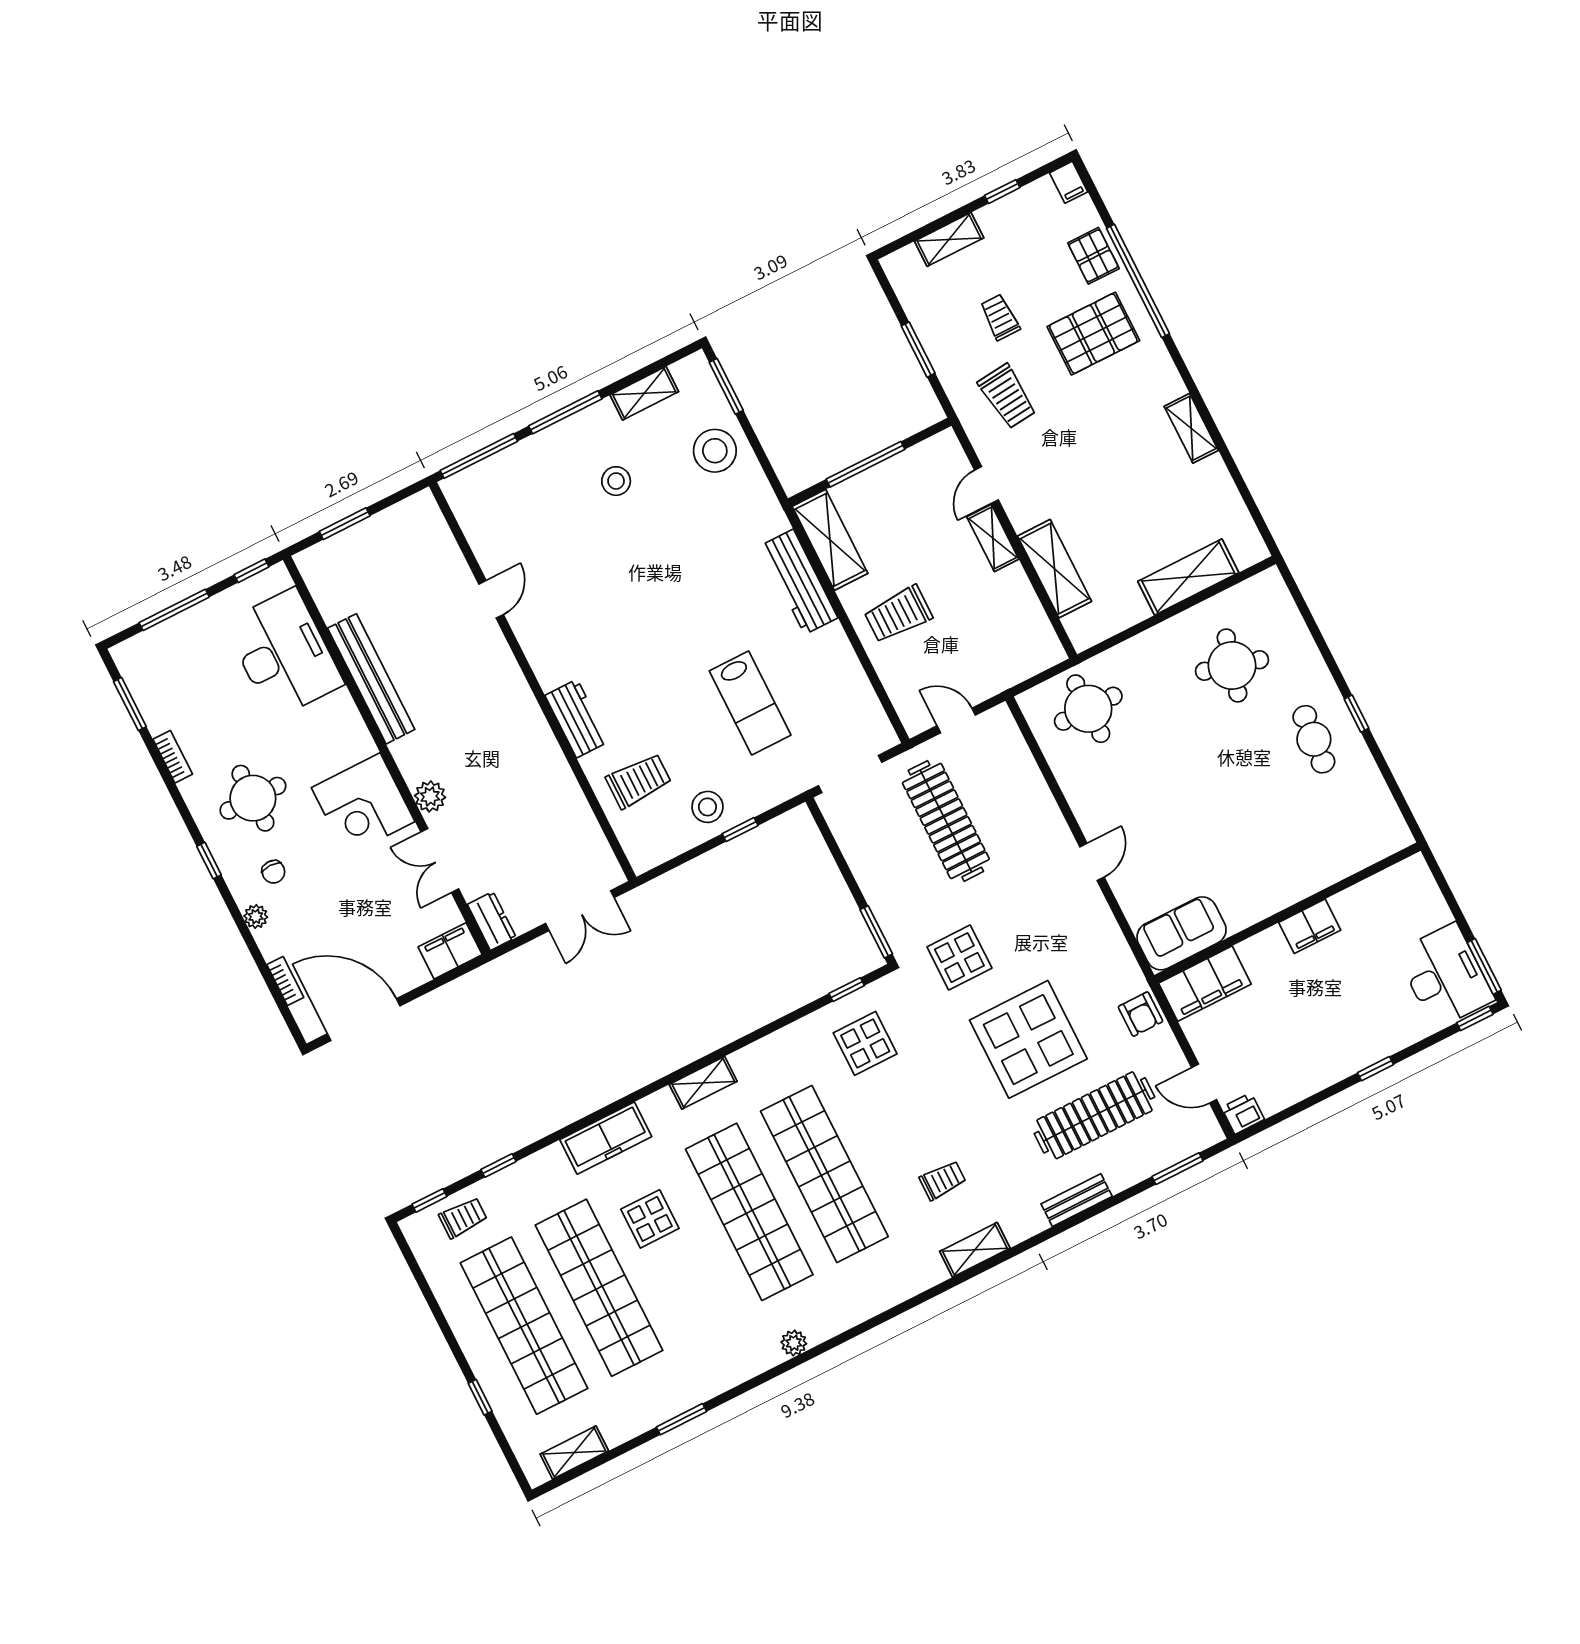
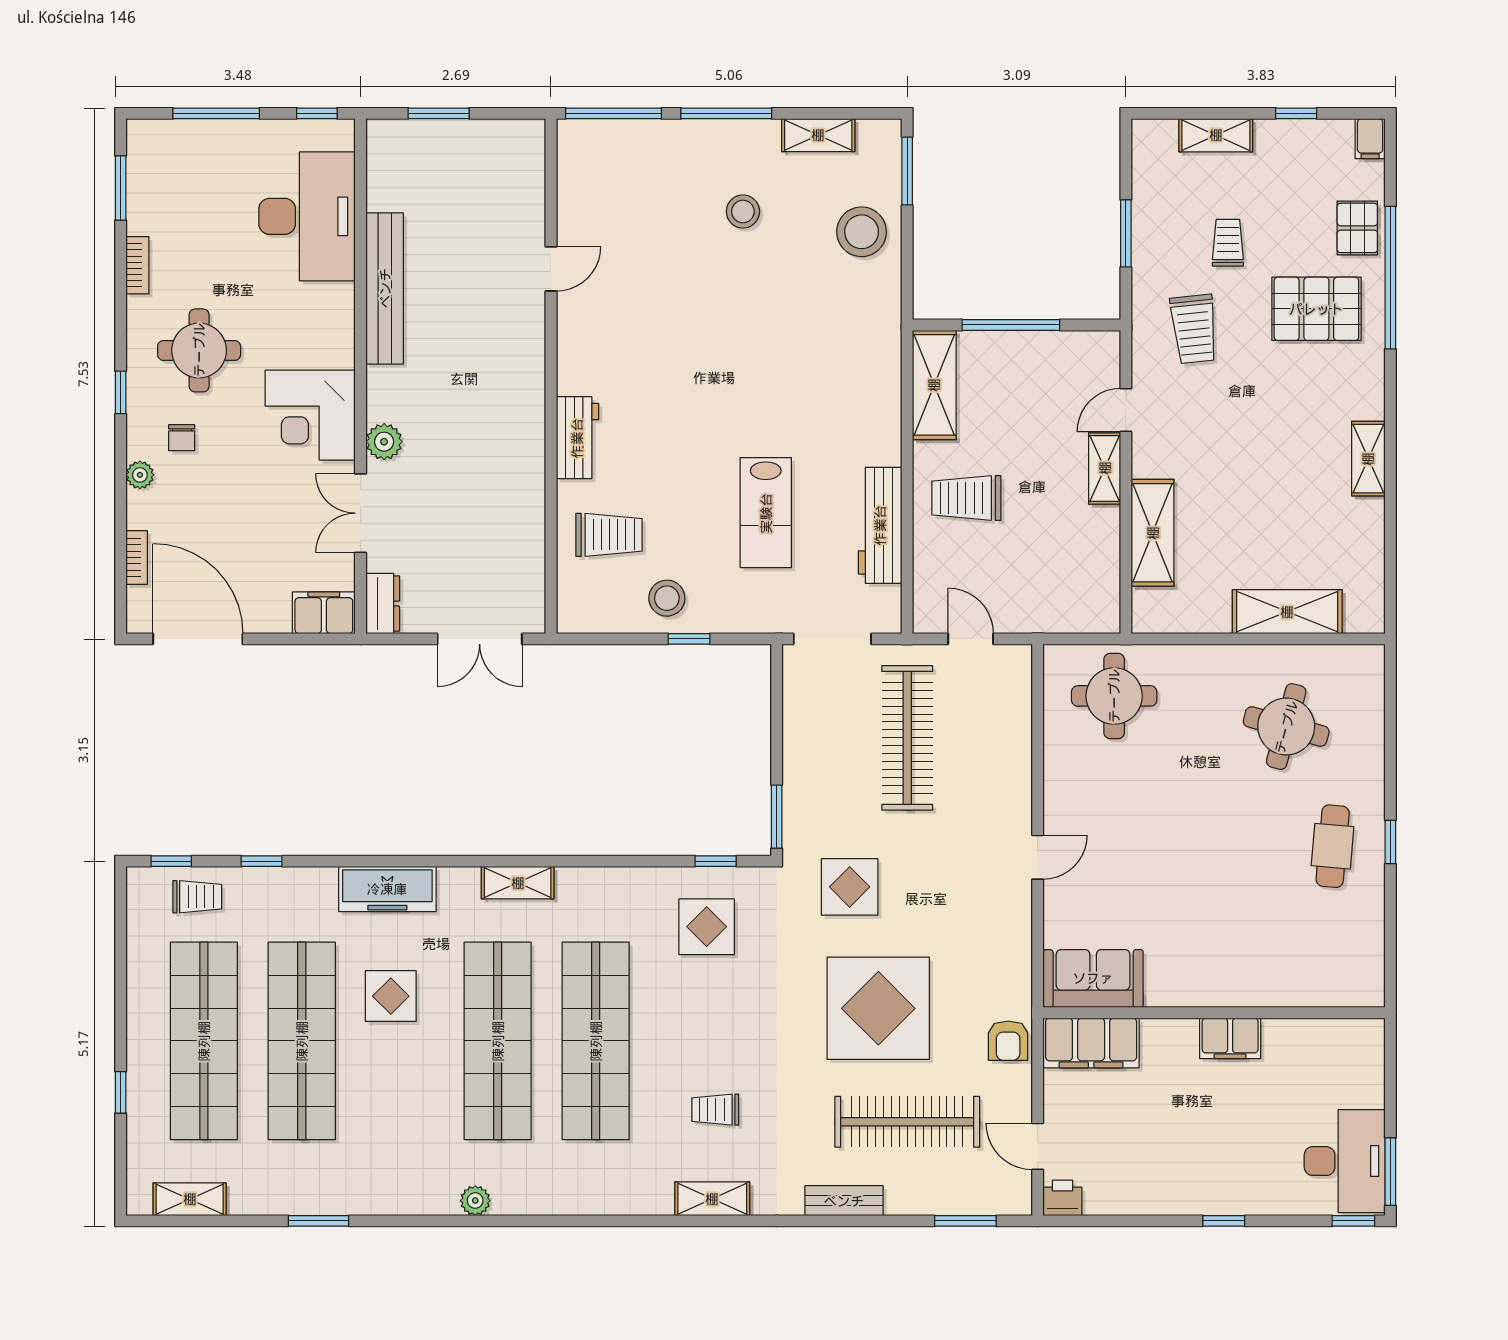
workbench: (799, 582) -> (880, 525), moved
trolley: (943, 1180) -> (715, 1110), turned 180

